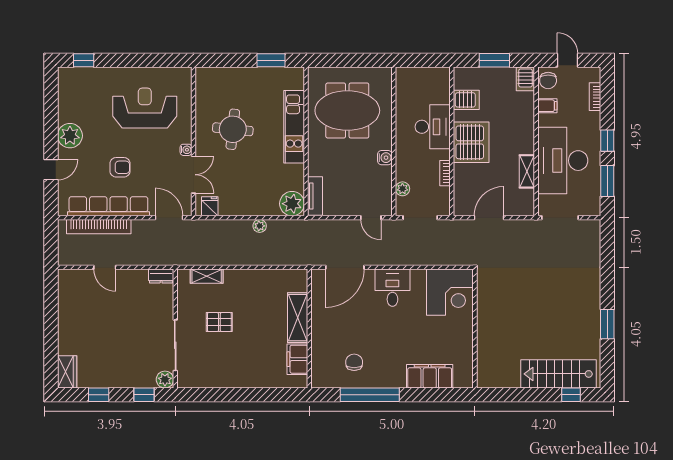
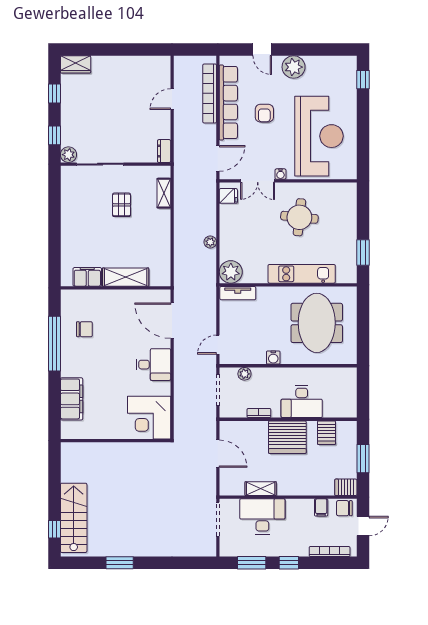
bookcase: (595, 97) -> (330, 552), width x1.56
reception desk: (145, 108) -> (319, 136), width x1.36, depth x1.30
desk: (563, 161) -> (262, 516), width x0.73, depth x0.77

